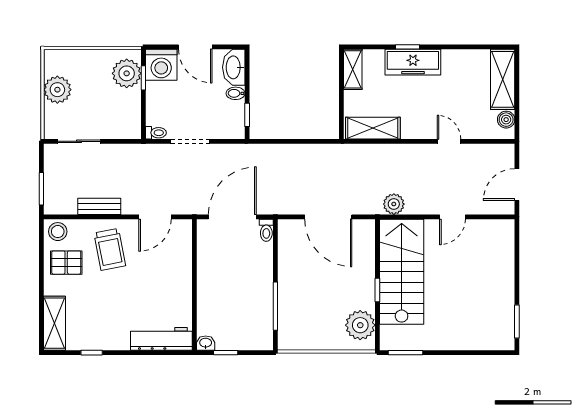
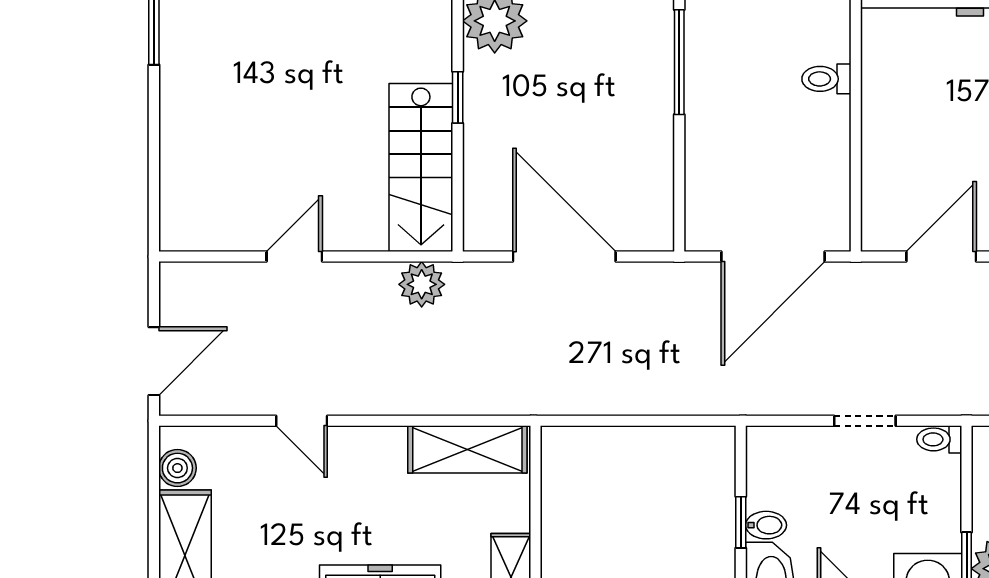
window: (247, 115) -> (741, 522), moved
doorway: (190, 141) -> (865, 421), width x0.73
door: (517, 185) -> (154, 361), moved
toilet: (266, 230) -> (826, 79), moved, turned -90
stairs: (402, 272) -> (421, 168), width x0.73, depth x0.66

